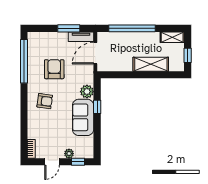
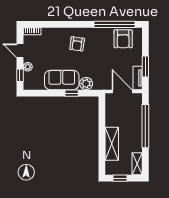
armchair: (54, 69) -> (123, 39), moved, turned 90

